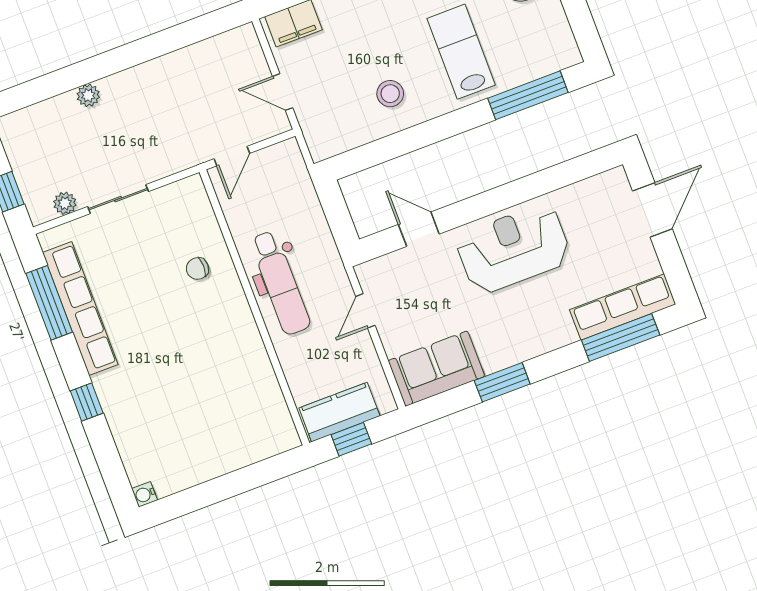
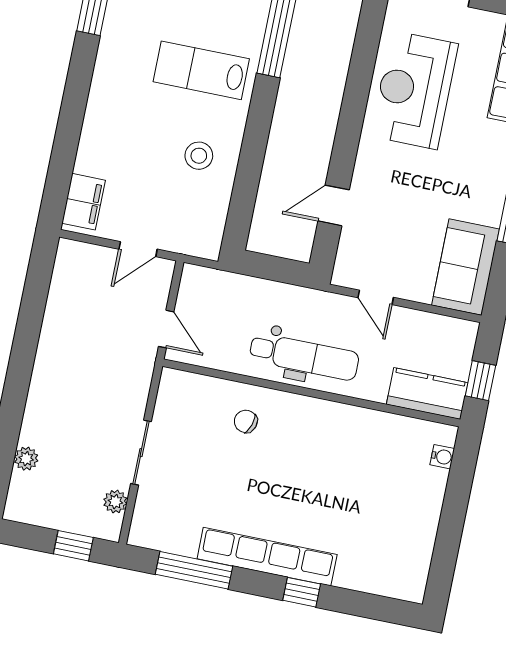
plant: (88, 95) -> (26, 459), moved
reception desk: (513, 249) -> (414, 90), moved
chair: (197, 269) -> (246, 421), turned 108
row of seats: (80, 308) -> (267, 557), moved
kitchen counter: (339, 412) -> (427, 394), moved, turned 90
water cooler: (145, 494) -> (442, 457), moved, turned -90

